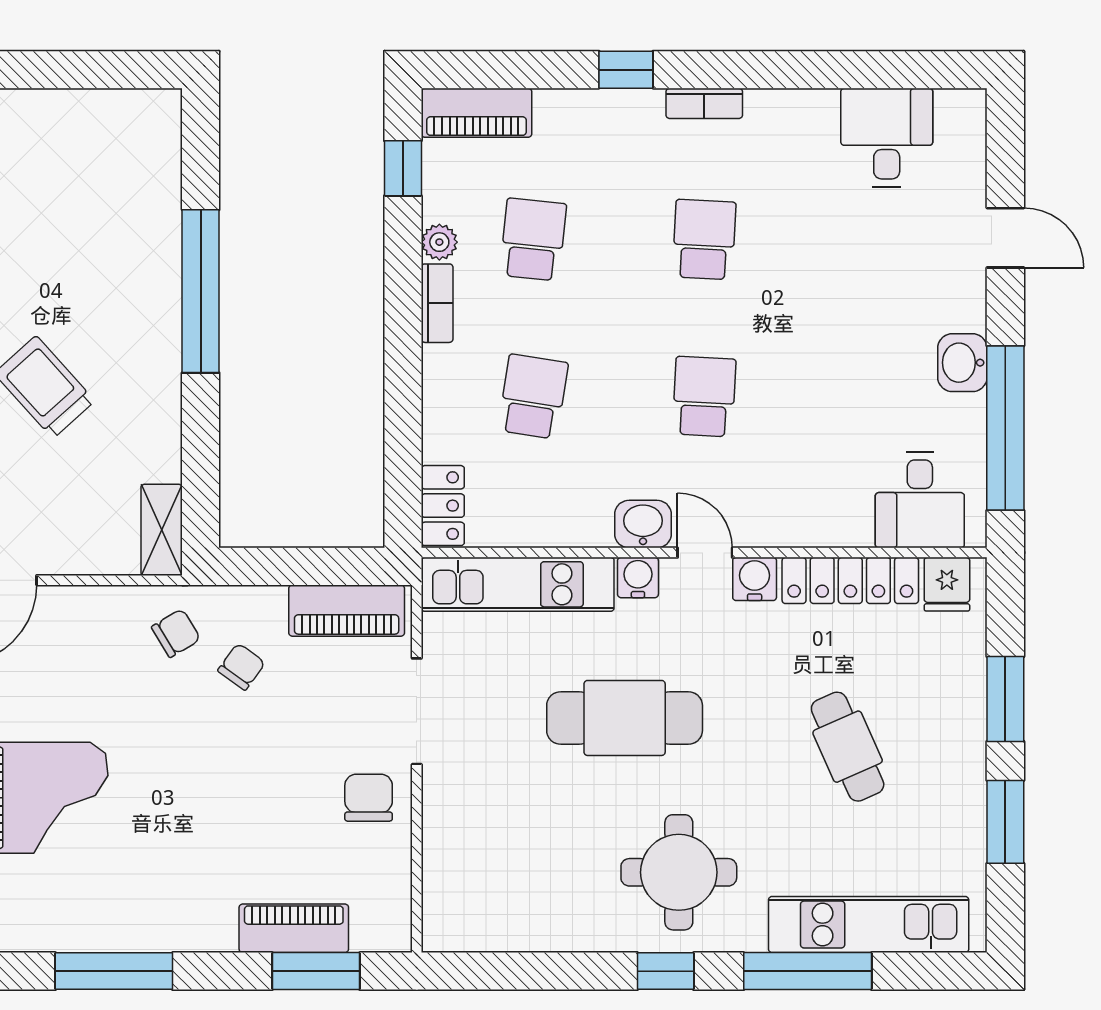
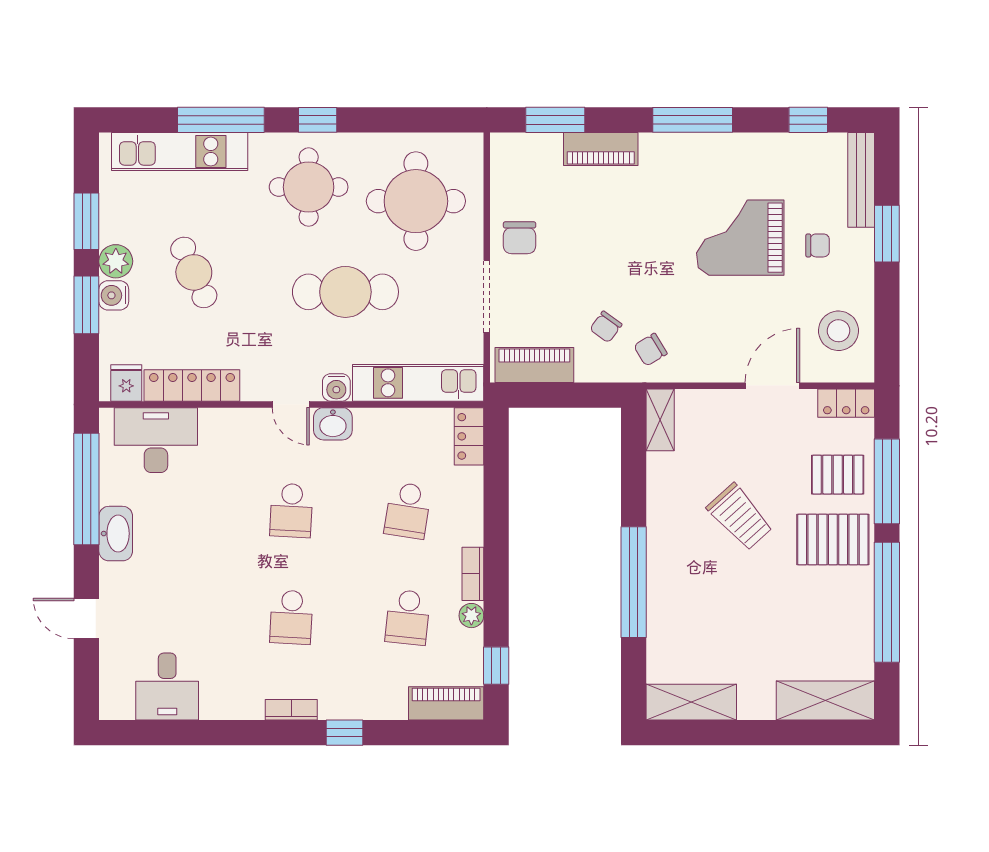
shelving: (116, 115) -> (691, 702), added
washbasin: (962, 363) -> (116, 534), width x1.38
desk: (920, 500) -> (156, 440), width x1.37
water cooler: (755, 579) -> (114, 295), moved, turned 90
plant: (962, 763) -> (116, 261), added
round table: (521, 852) -> (416, 201), added
piano: (294, 928) -> (601, 149), moved

